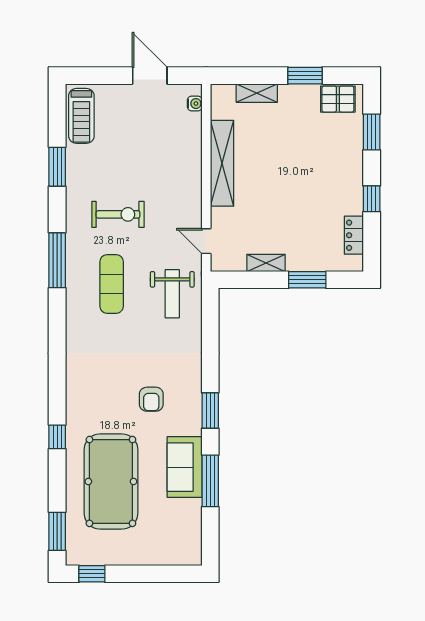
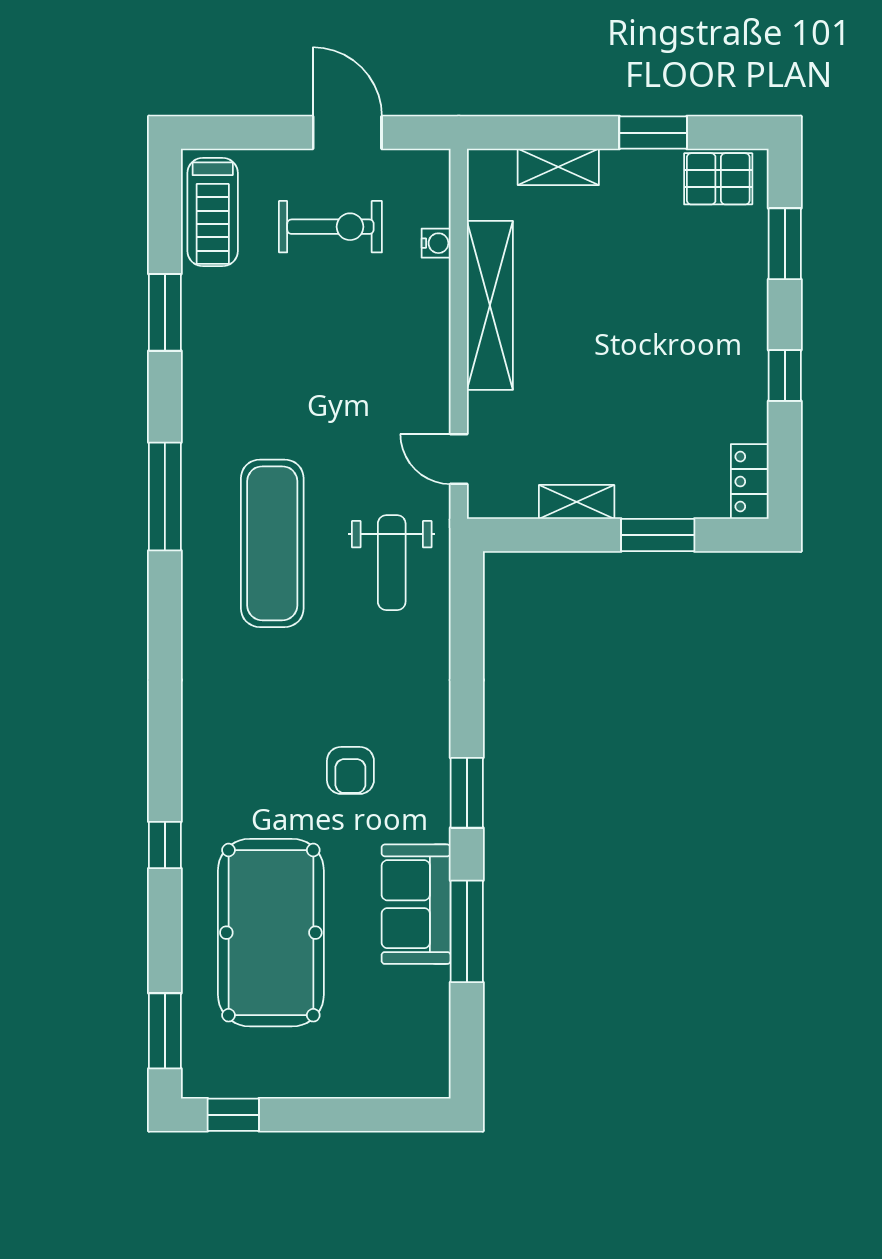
water cooler: (195, 104) -> (436, 243), moved
exercise bike: (118, 214) -> (330, 227), moved
locker: (354, 235) -> (750, 482), moved
exercise mat: (112, 284) -> (272, 543), width x1.36, depth x1.45

